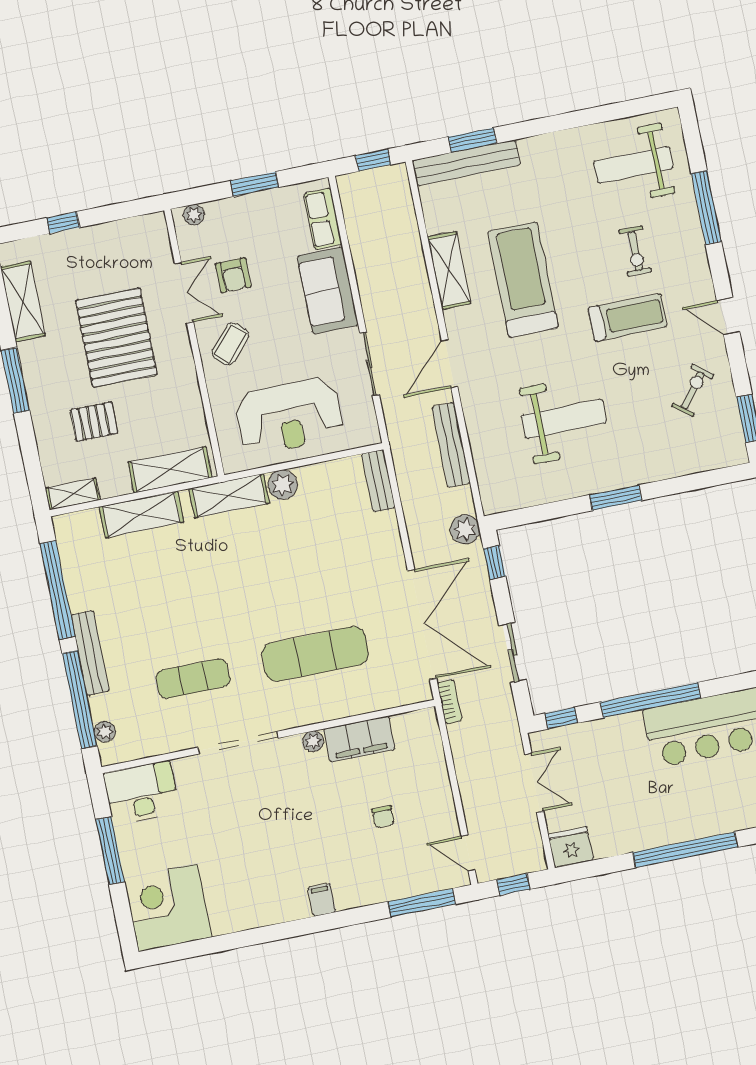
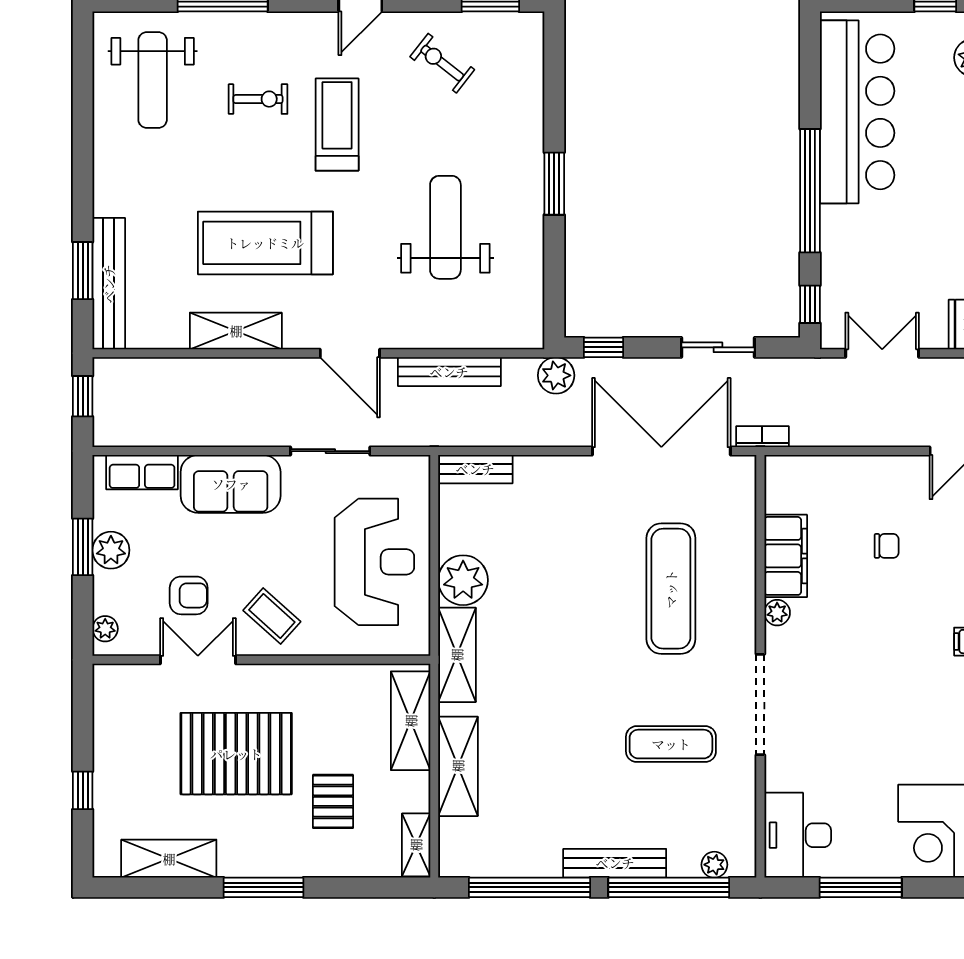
plant: (257, 207) -> (111, 550), added
plant: (283, 485) -> (463, 580), width x1.36, depth x1.36
exercise mat: (193, 678) -> (671, 744), turned 90

